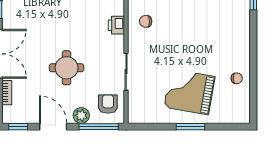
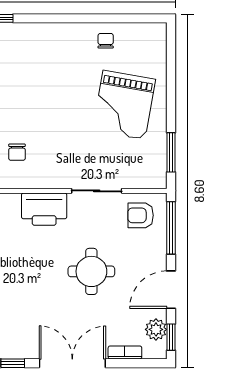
chair: (146, 21) -> (17, 152), moved
printer: (116, 25) -> (44, 209), width x1.87, depth x1.48
plant: (81, 115) -> (156, 329), moved
window: (191, 127) -> (171, 152), moved

